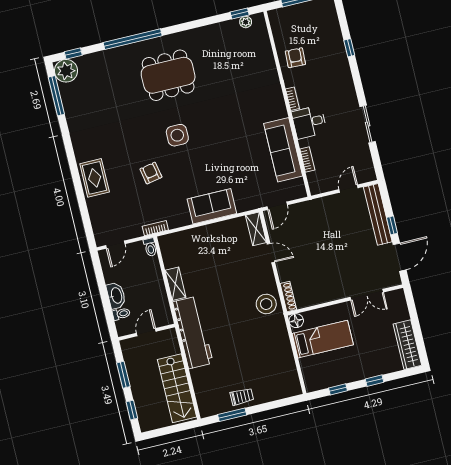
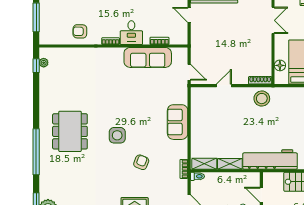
armchair: (151, 173) -> (141, 162), turned 122
shelving: (256, 229) -> (204, 164), moved
floor lamp: (296, 321) -> (280, 65), moved

